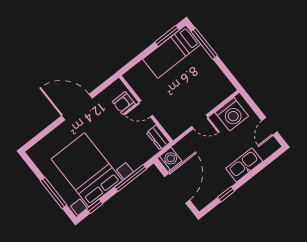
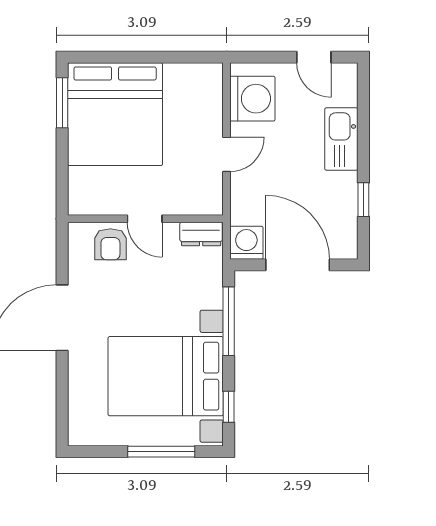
window: (204, 44) -> (117, 57), removed
bed: (172, 52) -> (115, 114), width x2.04
door: (146, 109) -> (145, 219), hinge flipped

